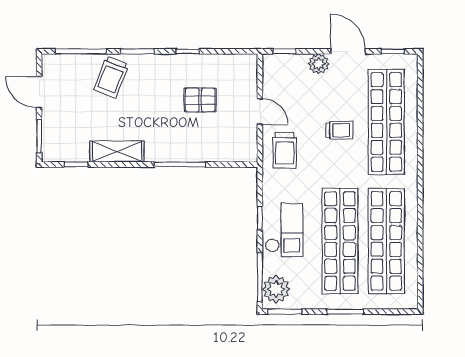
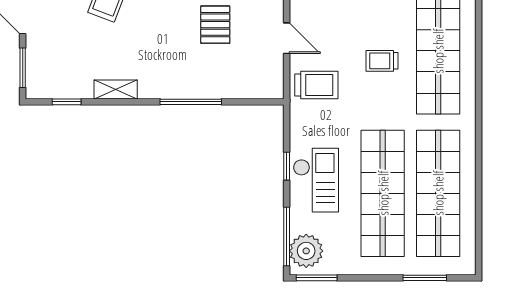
pallet: (200, 100) -> (215, 25), turned 90
trolley: (339, 130) -> (382, 61), turned 180
trolley: (285, 150) -> (316, 85), turned -90
shelving: (117, 151) -> (116, 89), width x0.67, depth x0.75
window: (345, 312) -> (425, 278), moved

